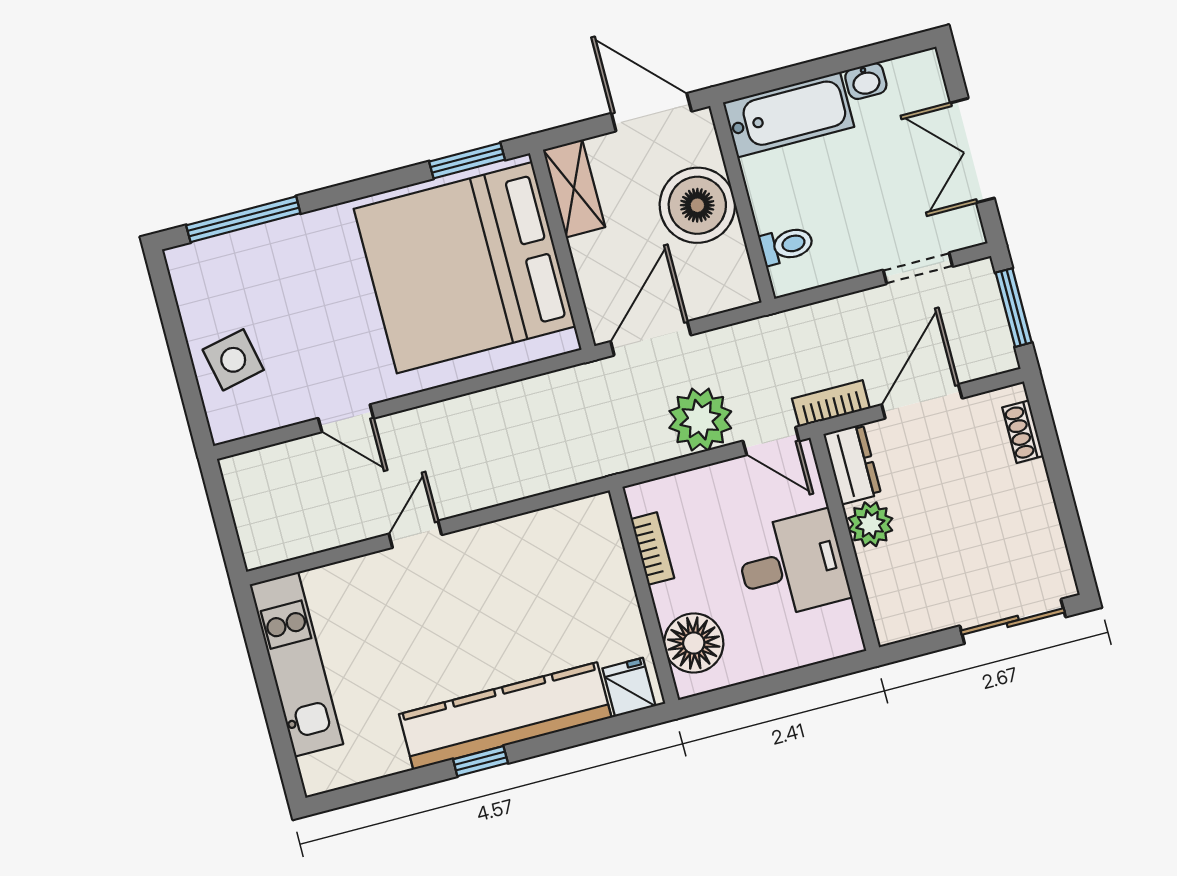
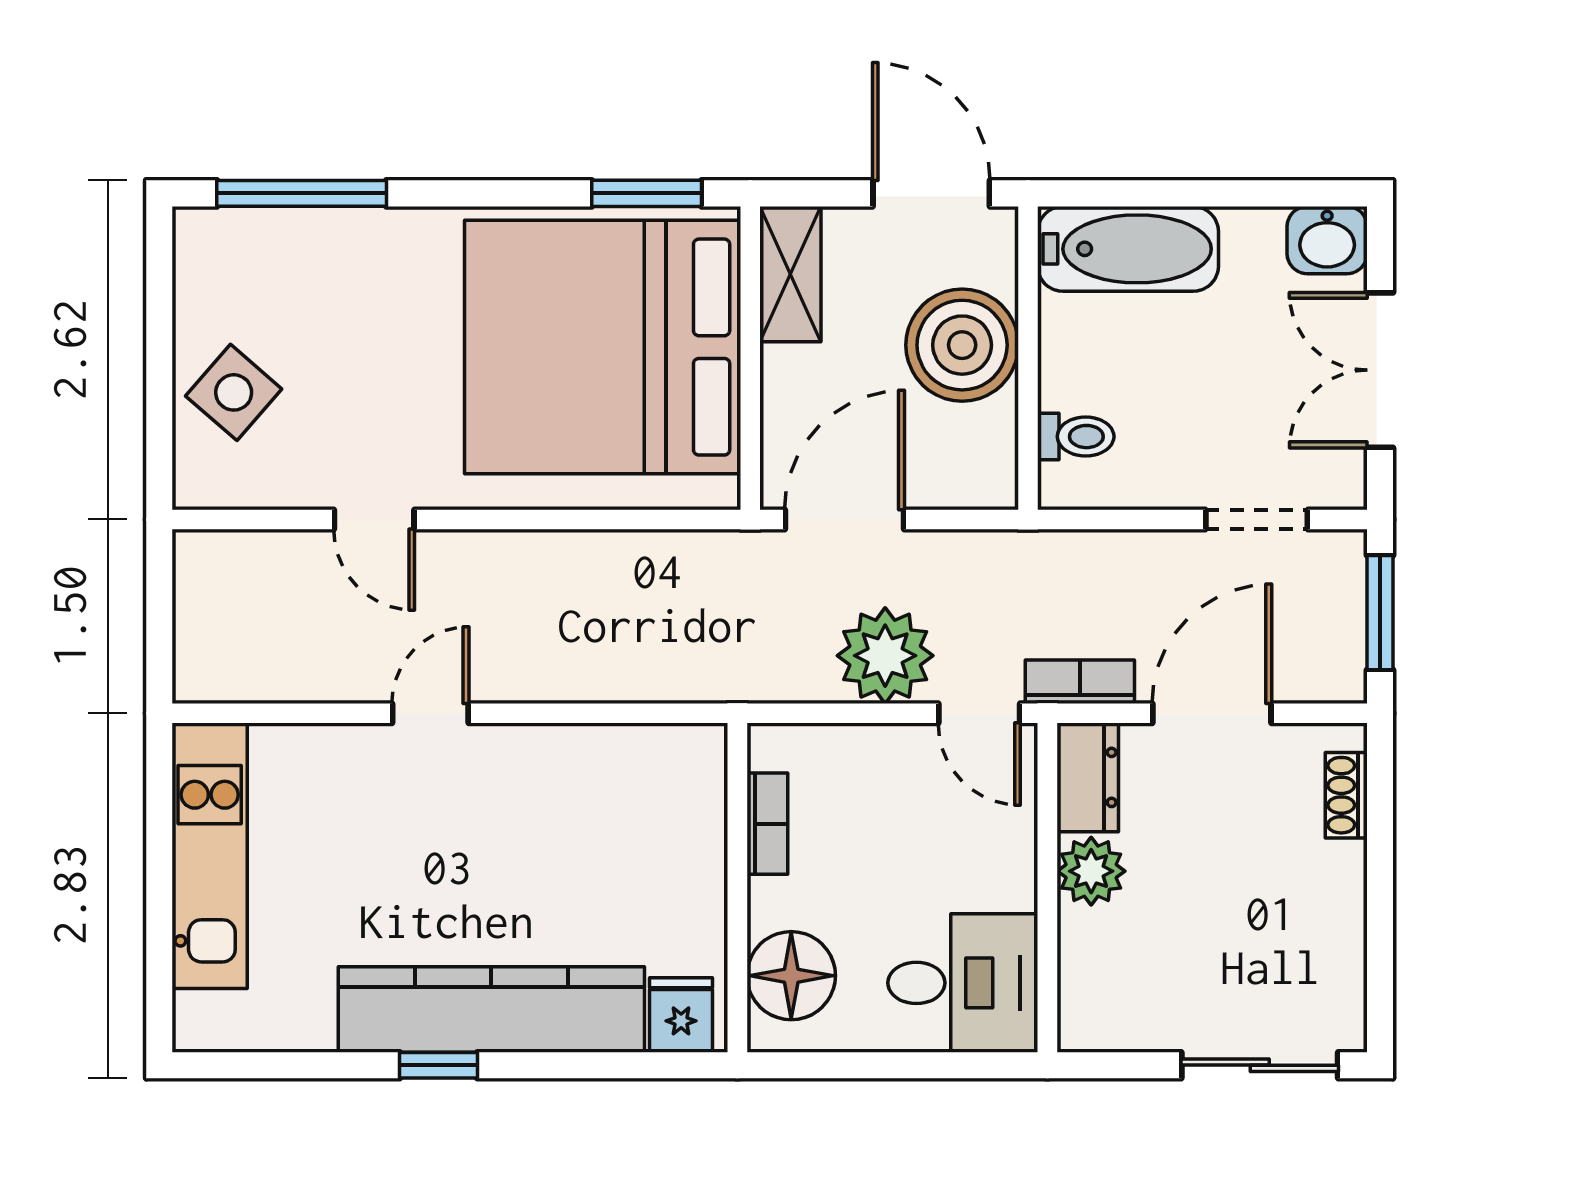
washbasin: (866, 81) -> (1327, 240), moved, width x1.38, depth x1.45
side table: (233, 360) -> (234, 392), turned -37
desk: (792, 565) -> (963, 983), moved

